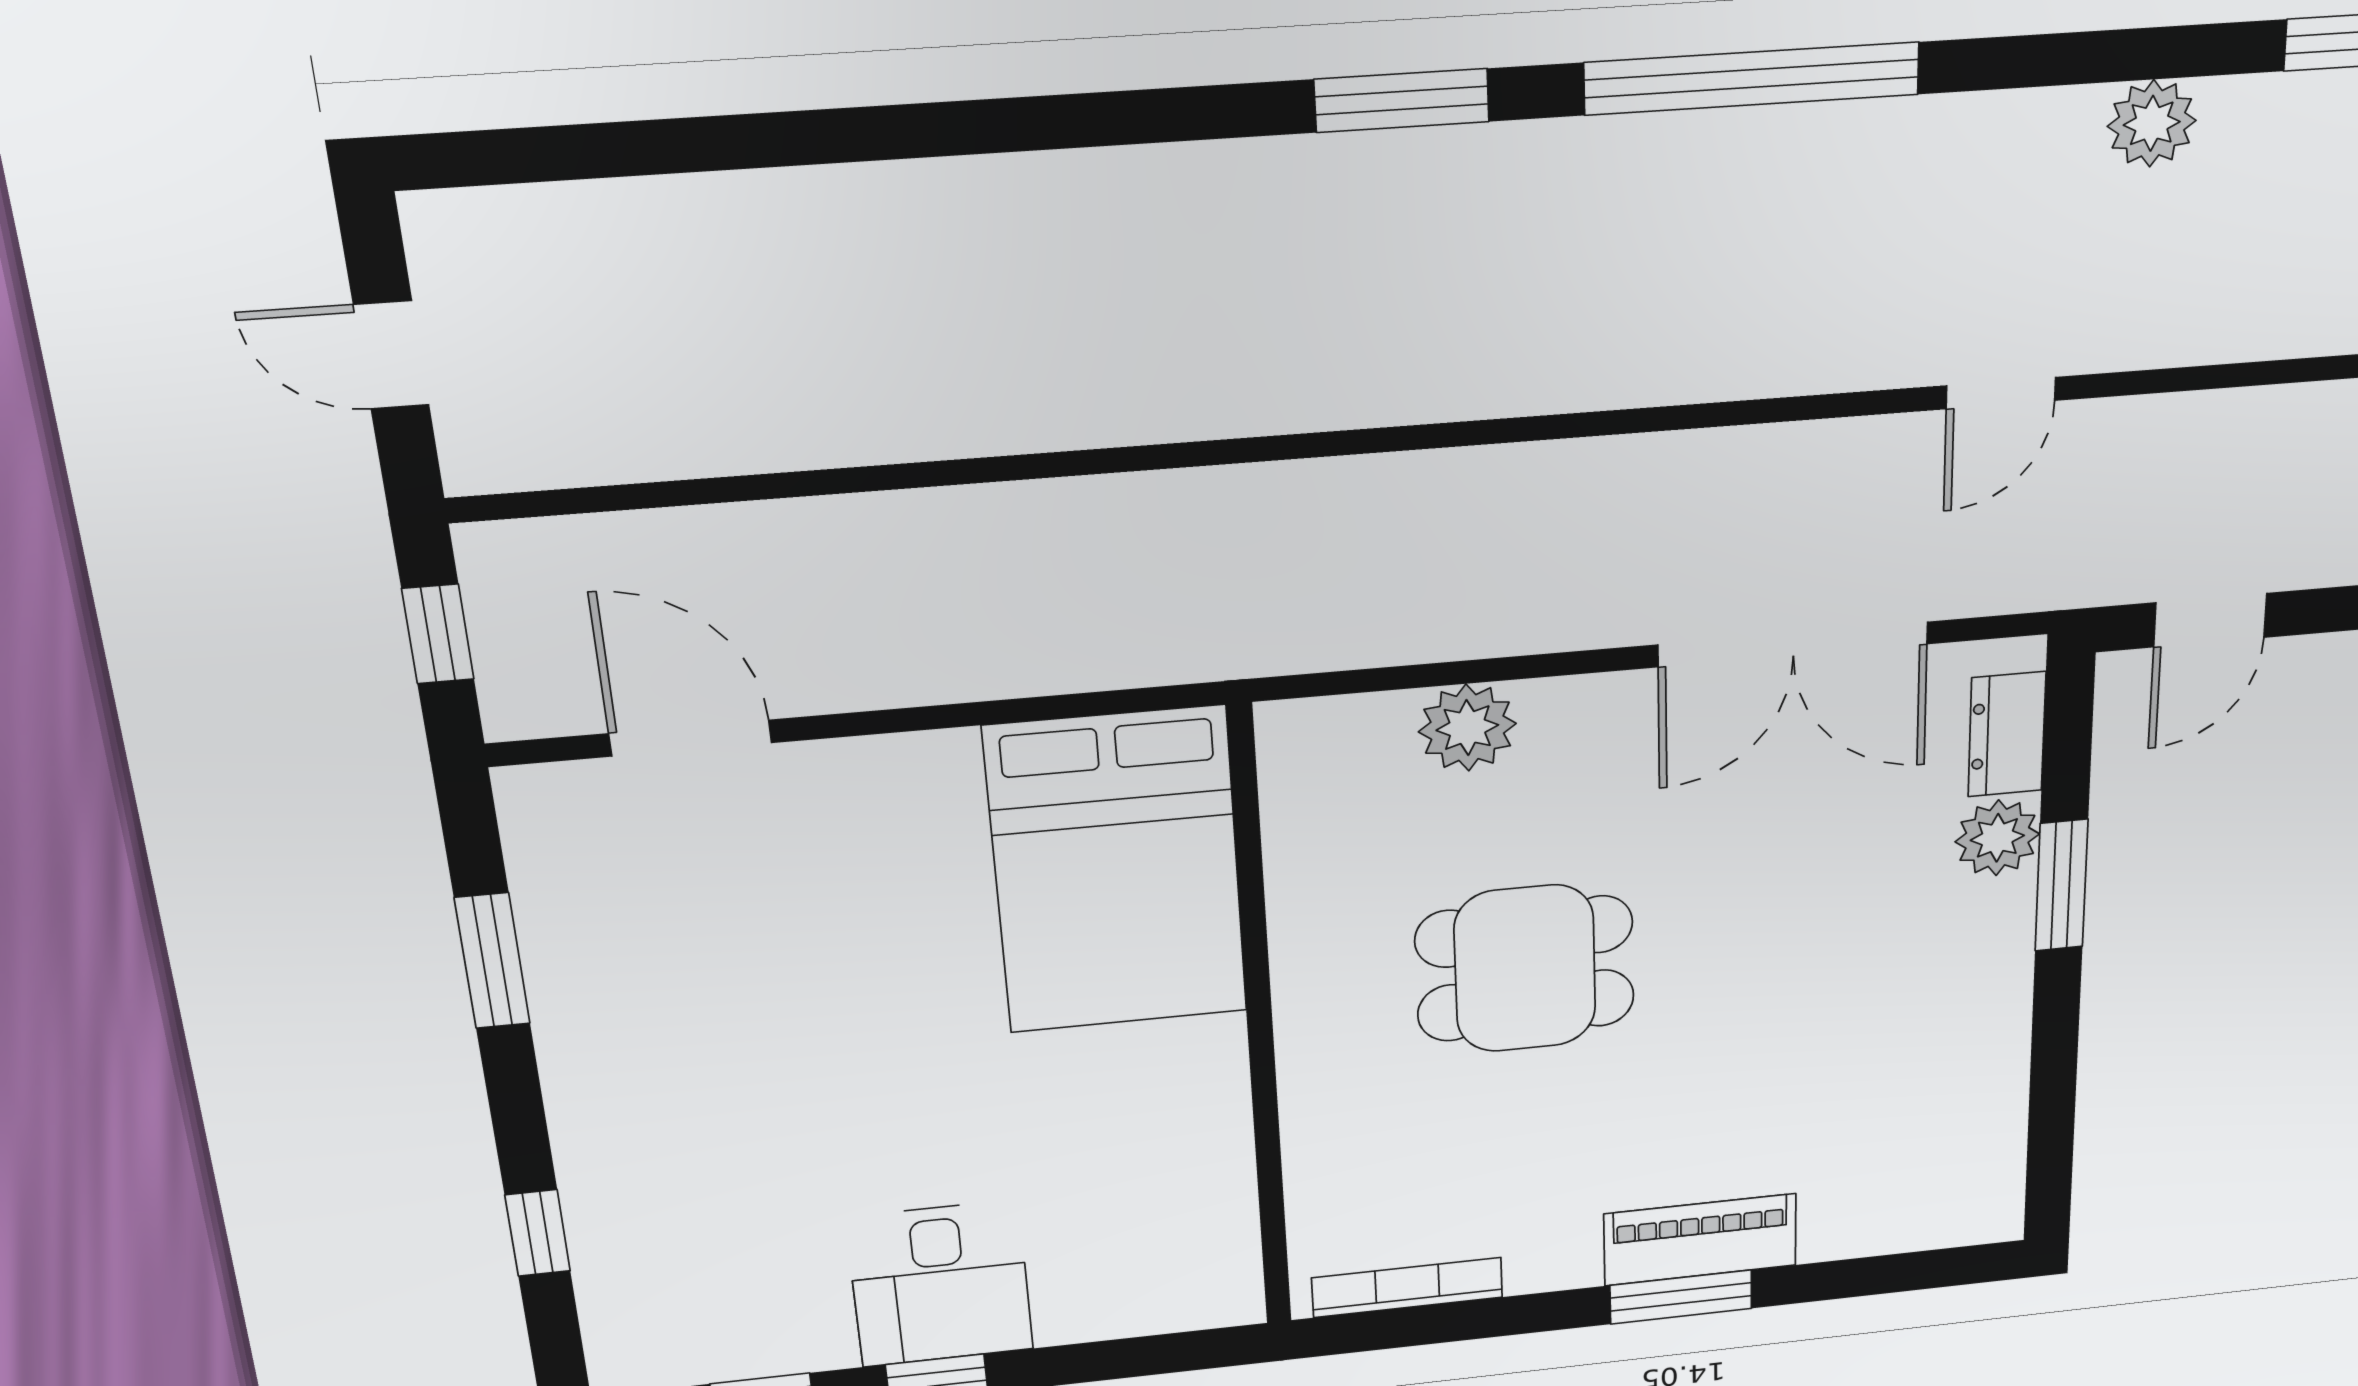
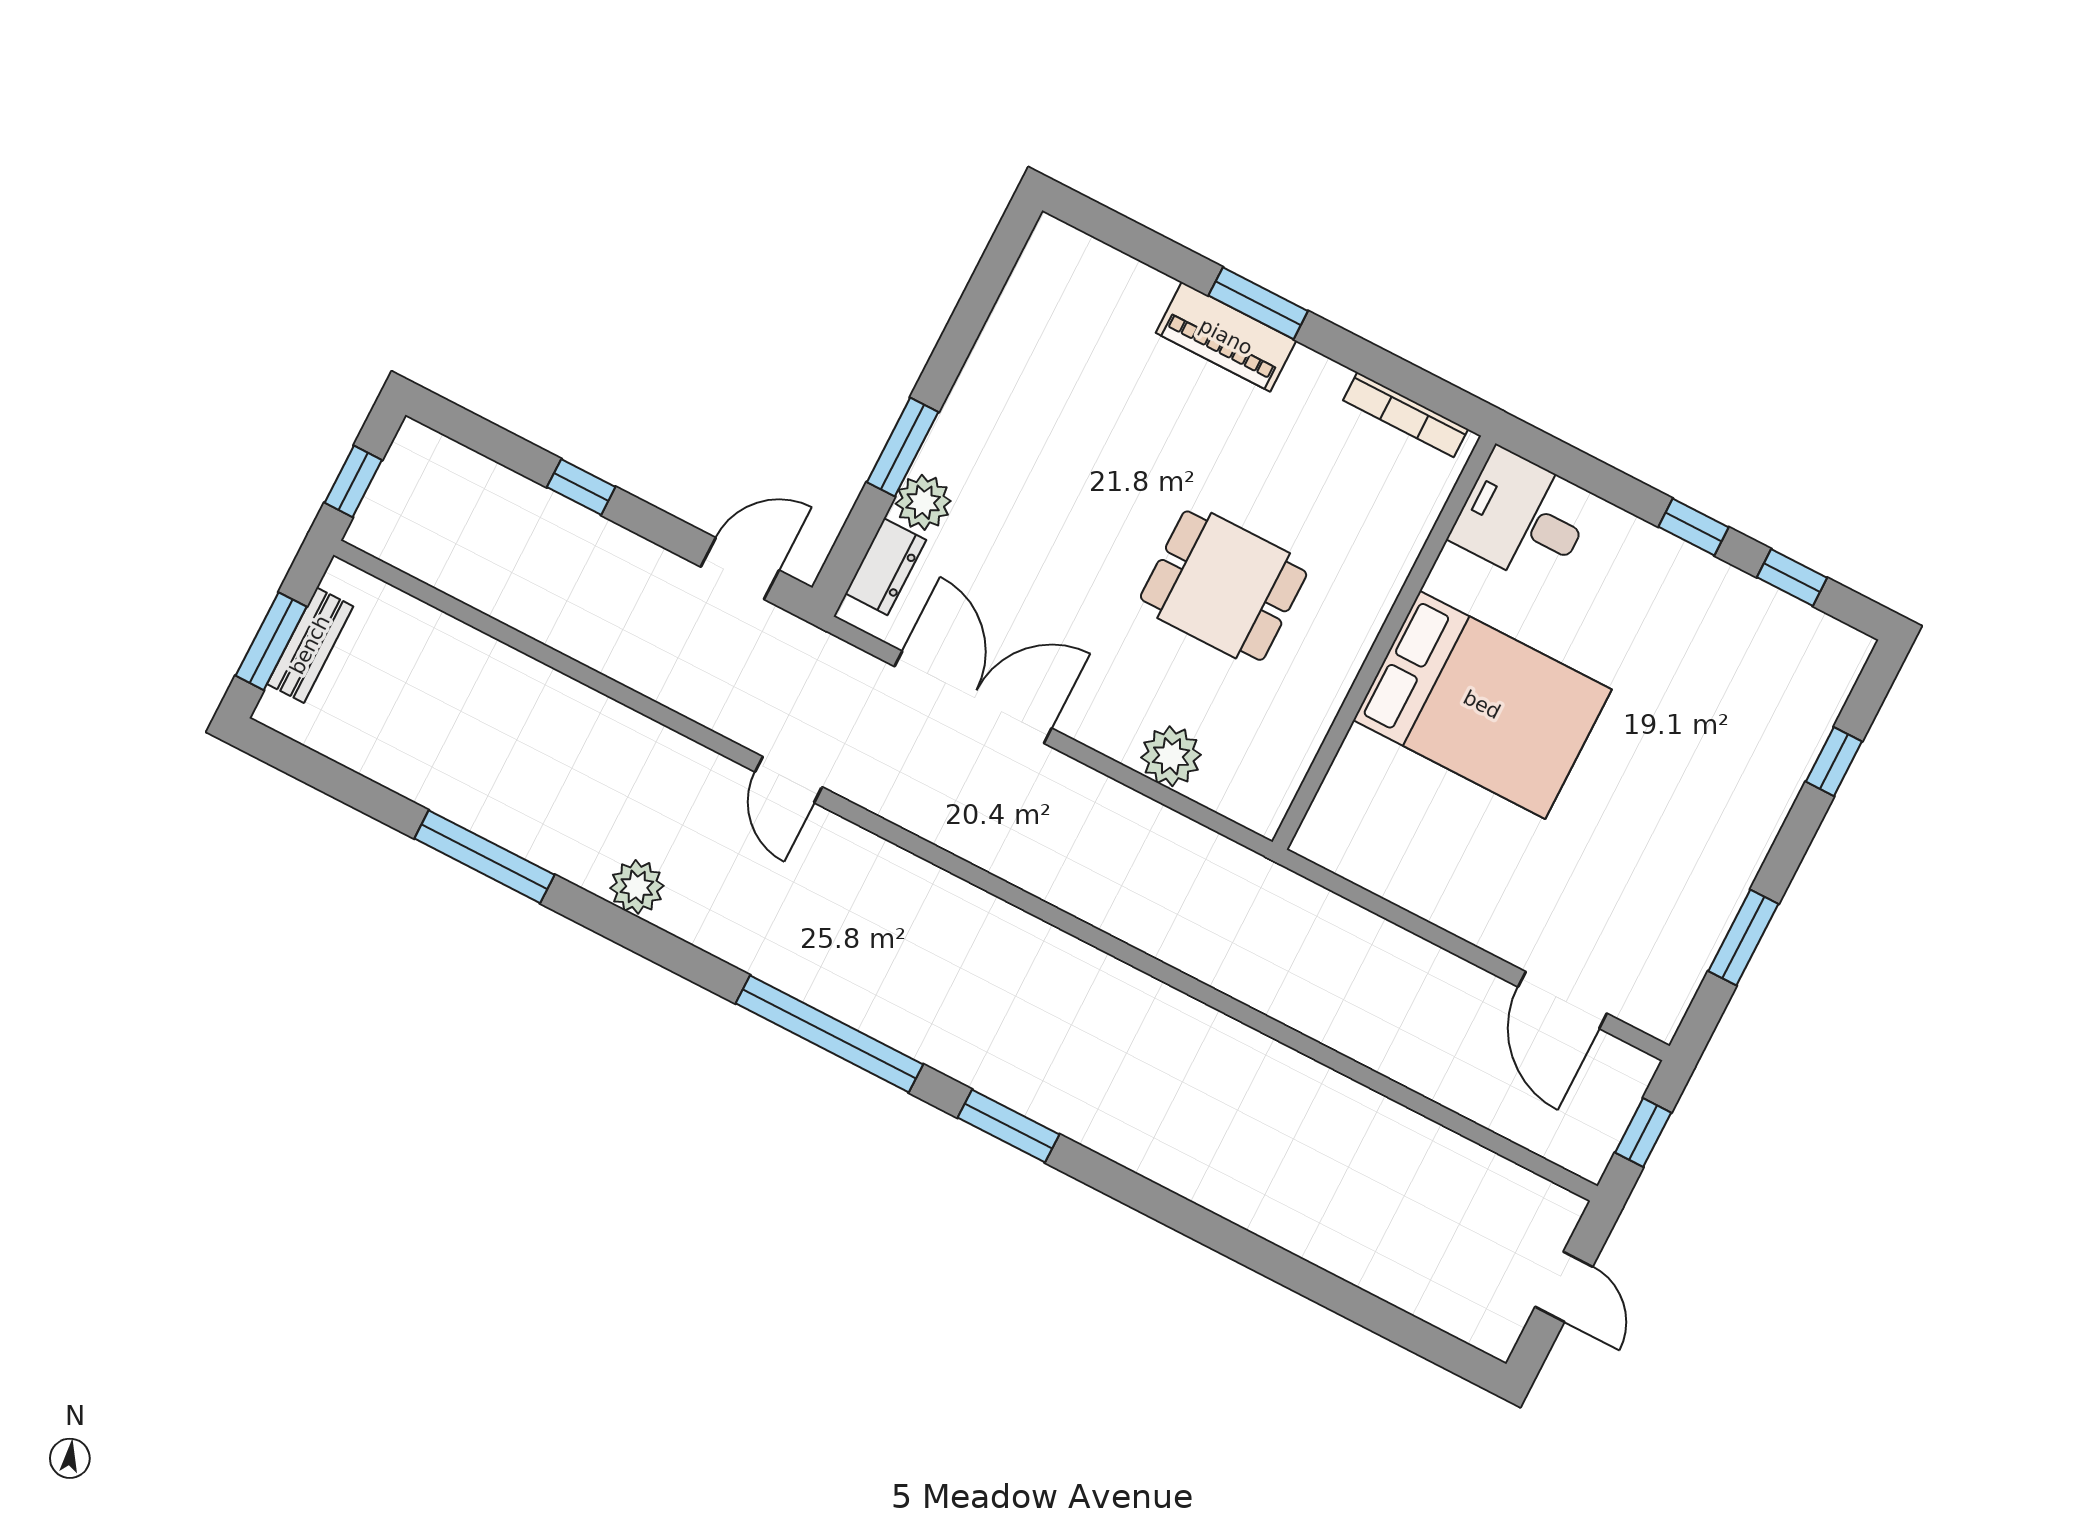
door: (2001, 393) -> (789, 780), swing flipped
bed: (1117, 871) -> (1482, 705), moved, turned 90
desk: (940, 1284) -> (1523, 518), moved, turned -90

